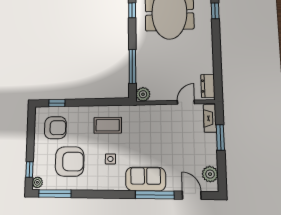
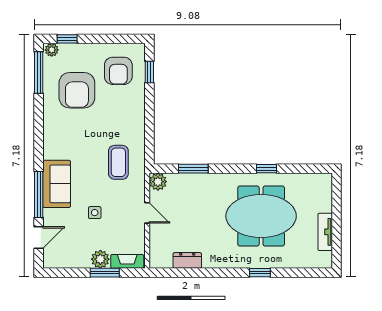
window: (132, 66) -> (193, 169), width x0.69
dresser: (208, 86) -> (187, 260), moved
door: (186, 102) -> (147, 213), moved
coffee table: (108, 125) -> (118, 162), moved
side table: (110, 159) -> (95, 213), moved
plant: (210, 174) -> (100, 259), moved

